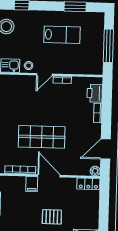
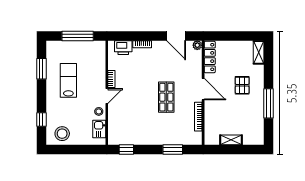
door: (44, 75) -> (107, 96), hinge flipped
shop shelf: (42, 137) -> (166, 97), width x0.70, depth x0.74
door: (49, 176) -> (203, 89), swing flipped
filing cabinet: (32, 184) -> (212, 105), removed
locker: (88, 184) -> (210, 57), width x1.53

